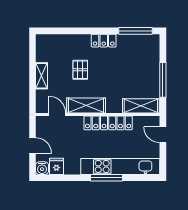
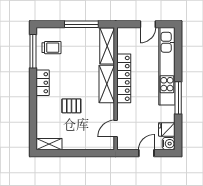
trolley: (139, 50) -> (51, 48), added
shelving: (42, 76) -> (49, 144), moved
shelving: (86, 106) -> (107, 84), moved
door: (163, 135) -> (148, 24), moved
window: (107, 178) -> (178, 98), moved

